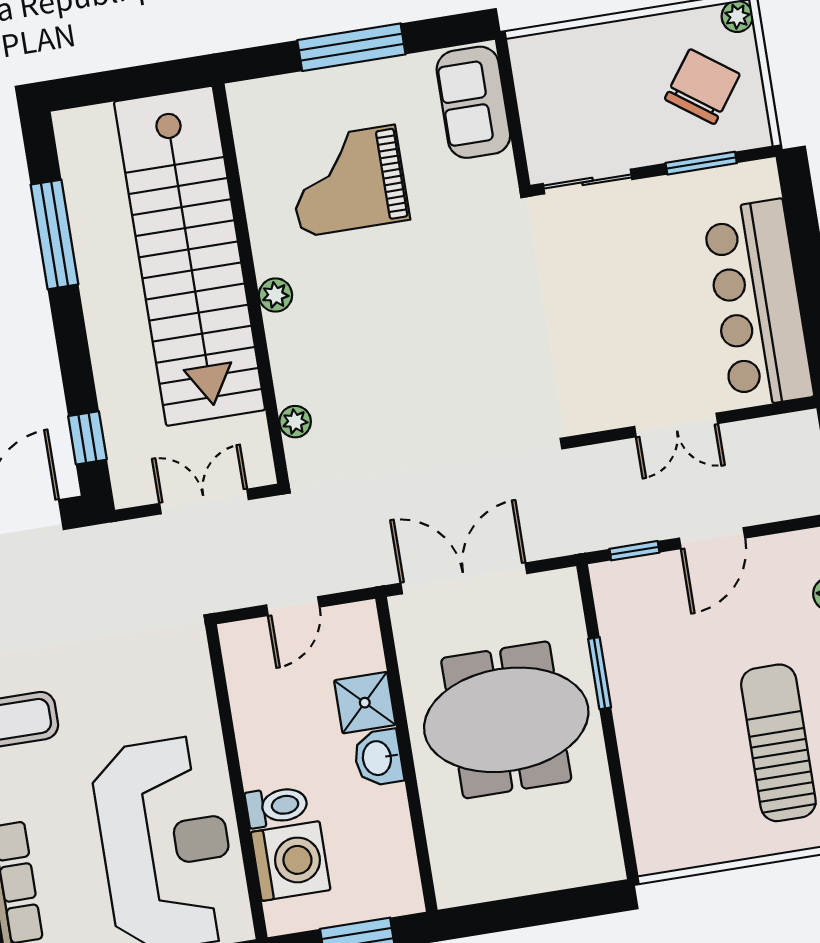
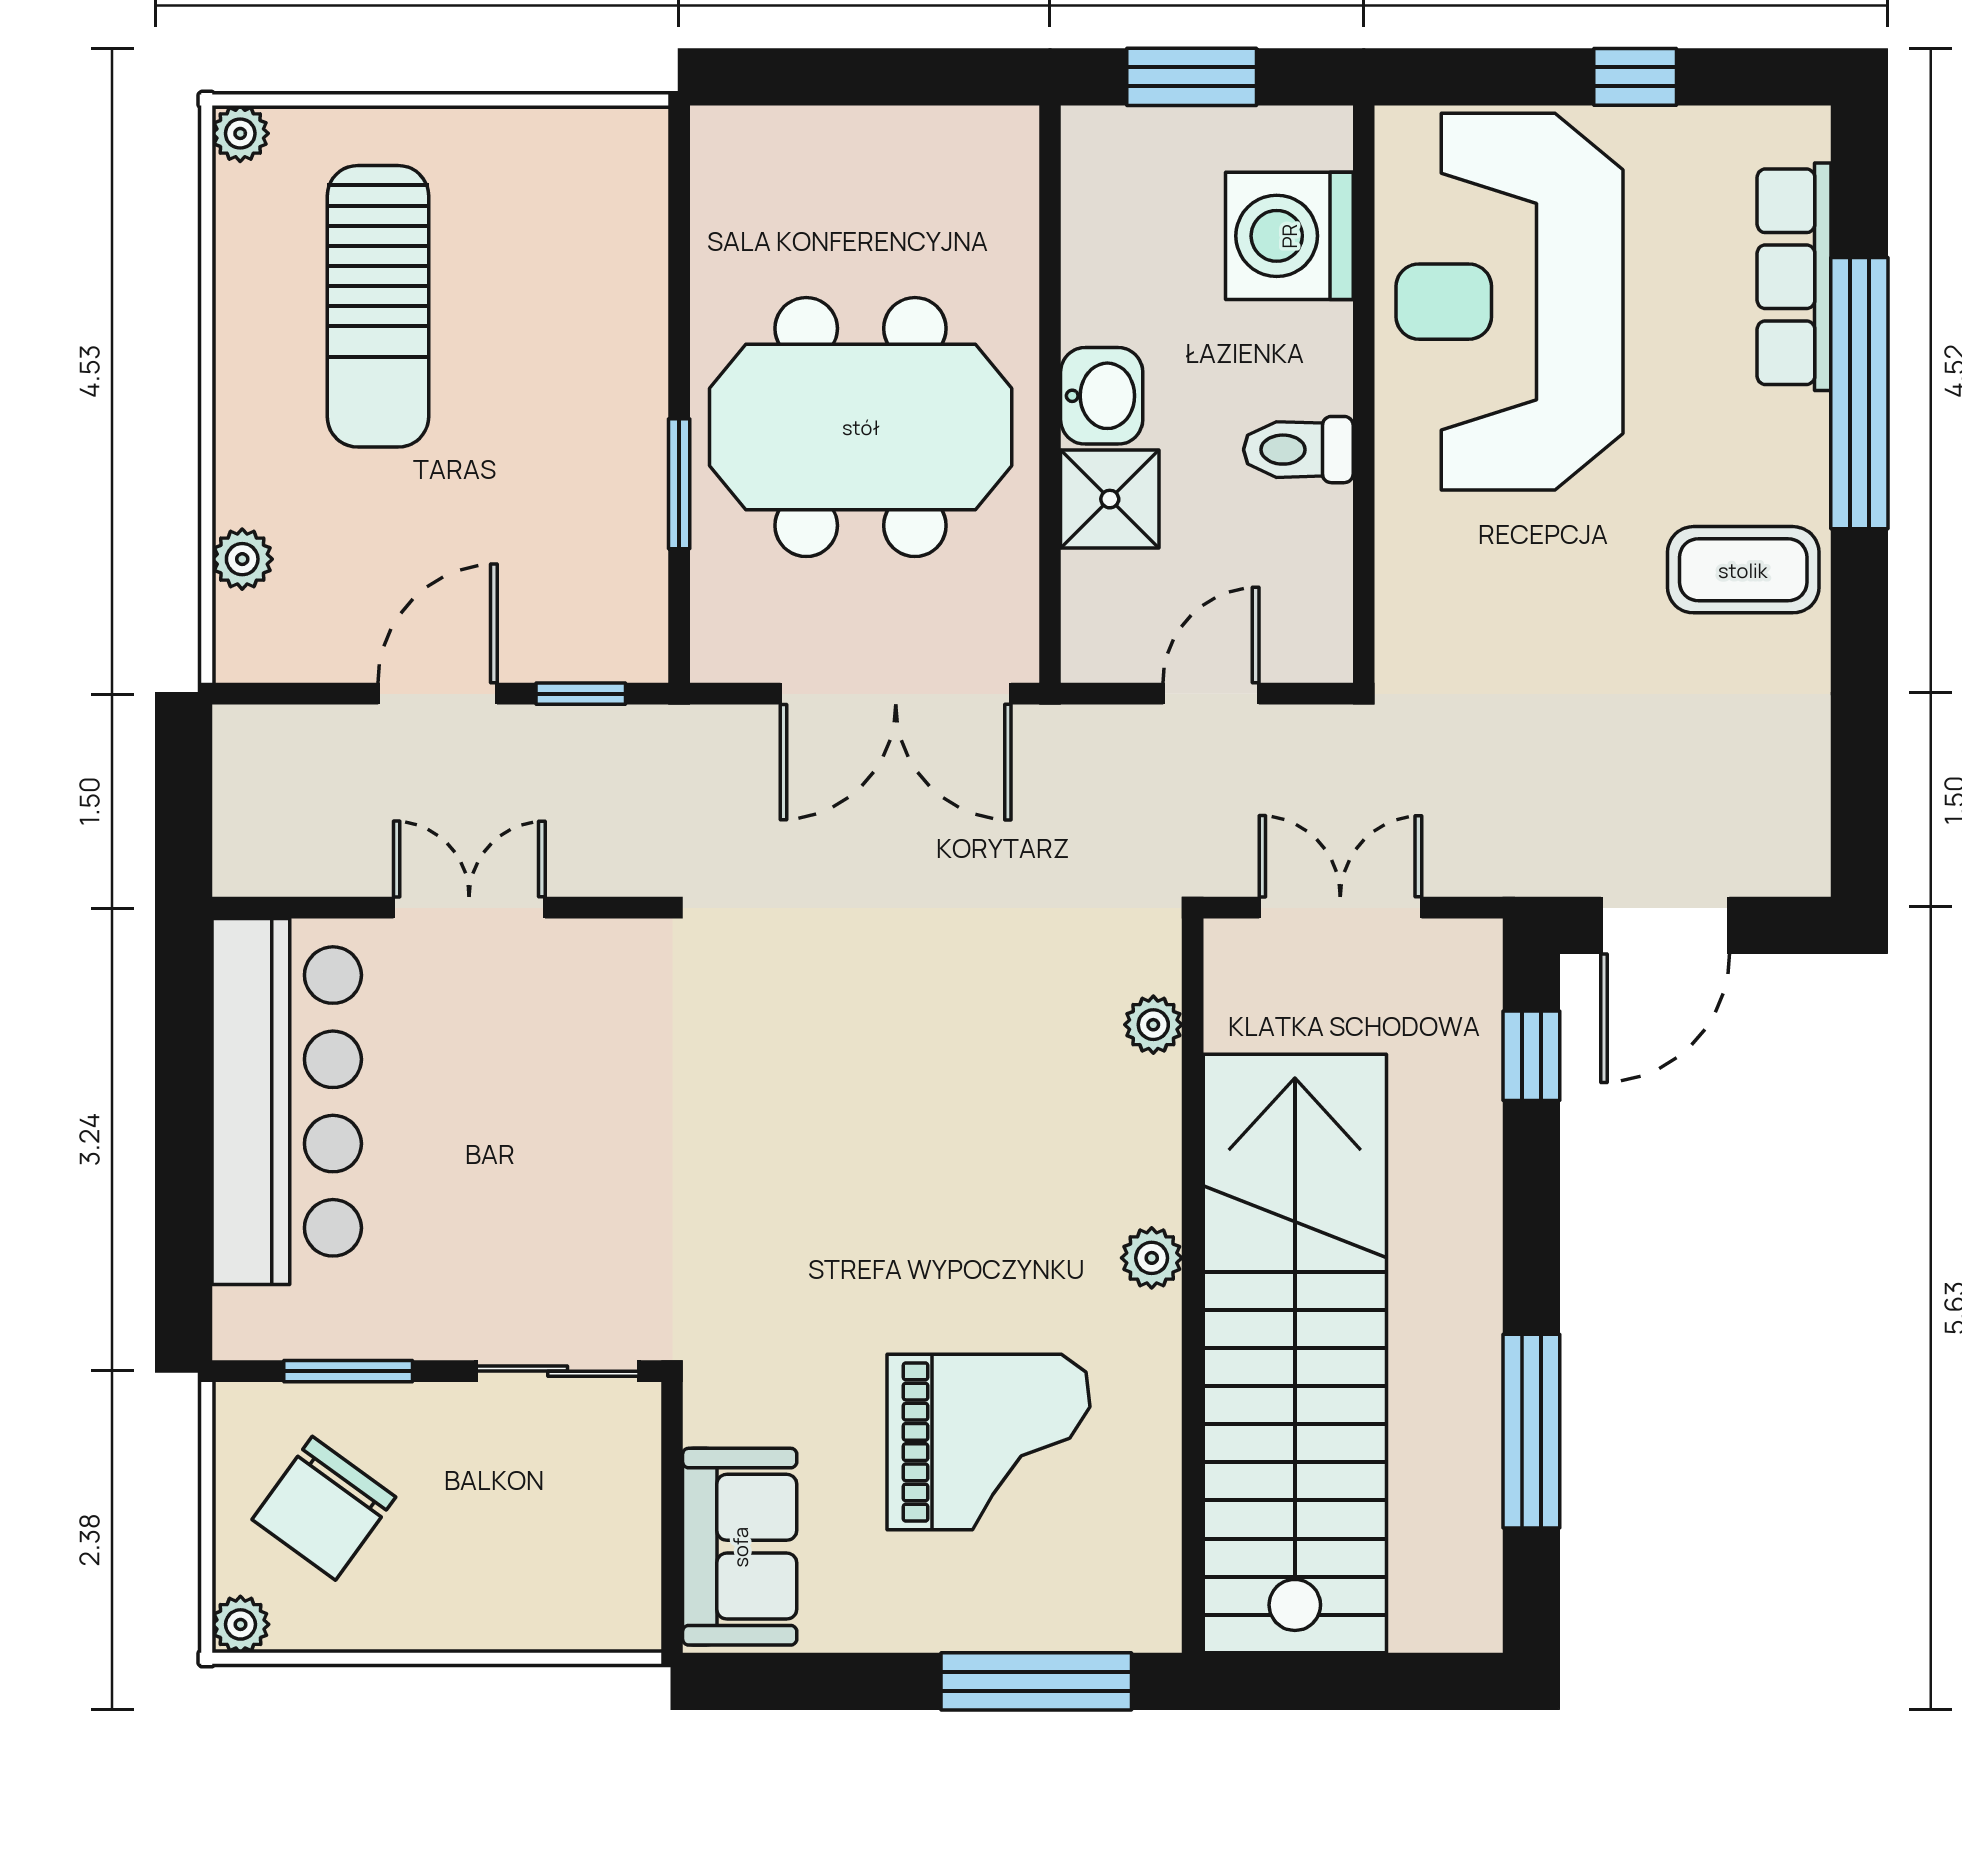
window: (351, 47) -> (1036, 1681), moved
double door: (204, 501) -> (1340, 908), swing flipped
toilet: (277, 806) -> (1298, 450), moved

